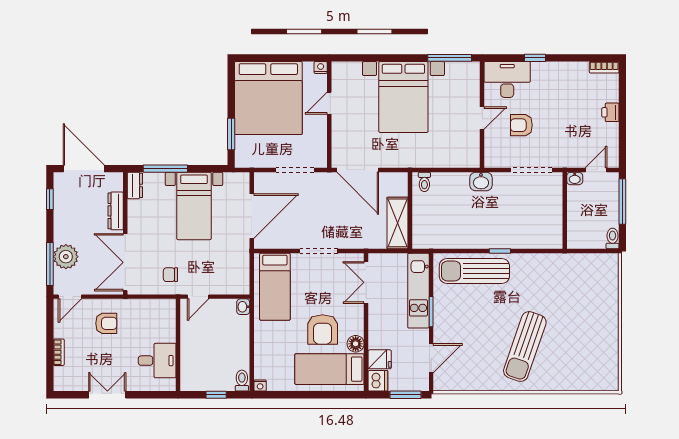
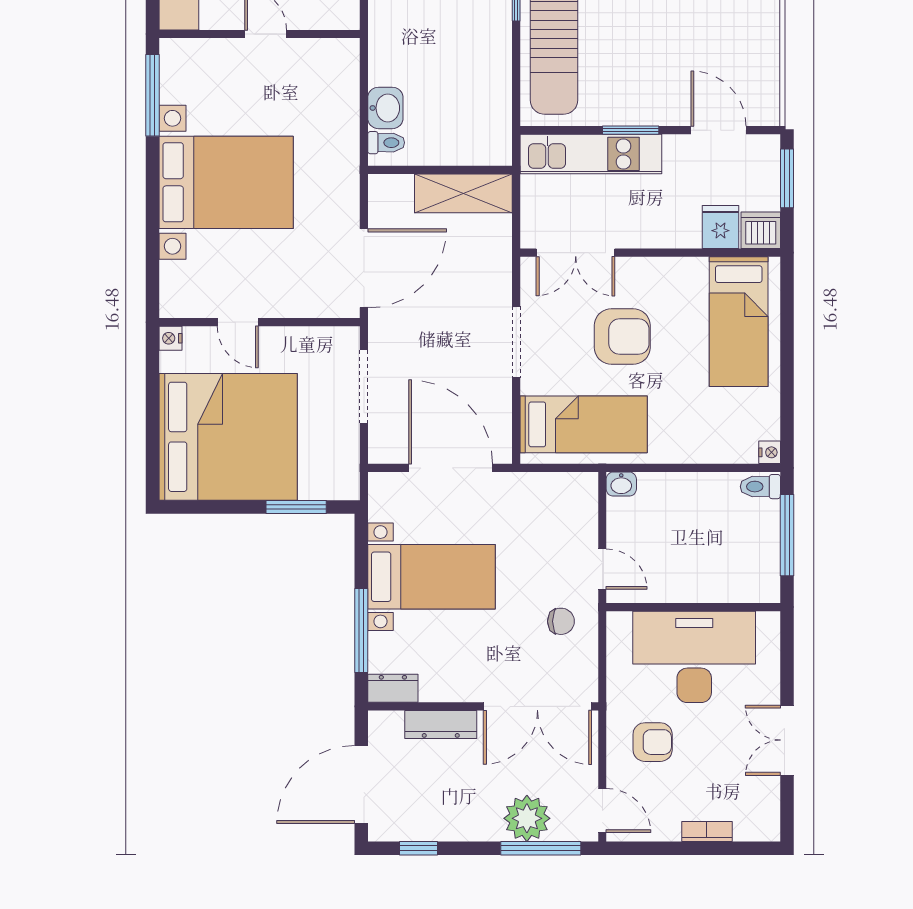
washbasin: (481, 181) -> (385, 108), moved
chair: (170, 275) -> (561, 621), turned -90
armchair: (106, 323) -> (653, 742), turned 90
armchair: (323, 329) -> (622, 337), moved
floor lamp: (356, 344) -> (691, 272), removed
desk: (157, 361) -> (694, 657), width x1.87, depth x1.30
window: (216, 395) -> (787, 535), width x2.17

